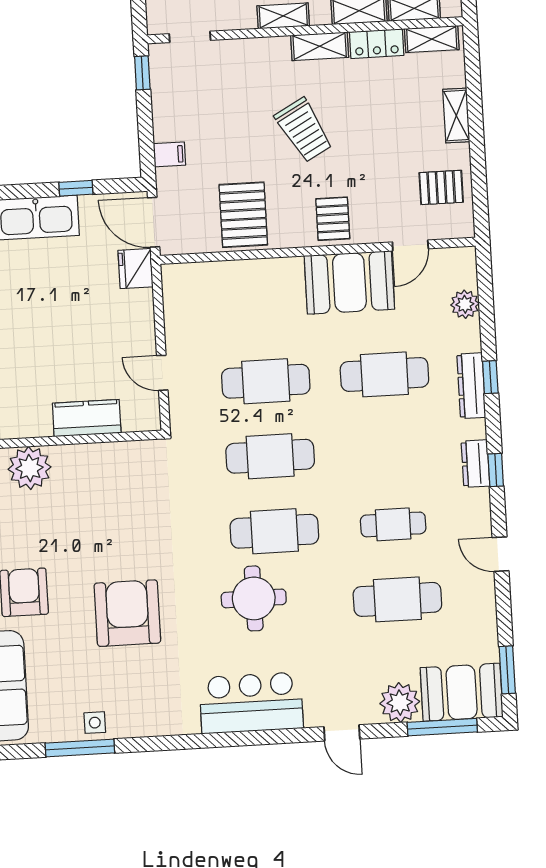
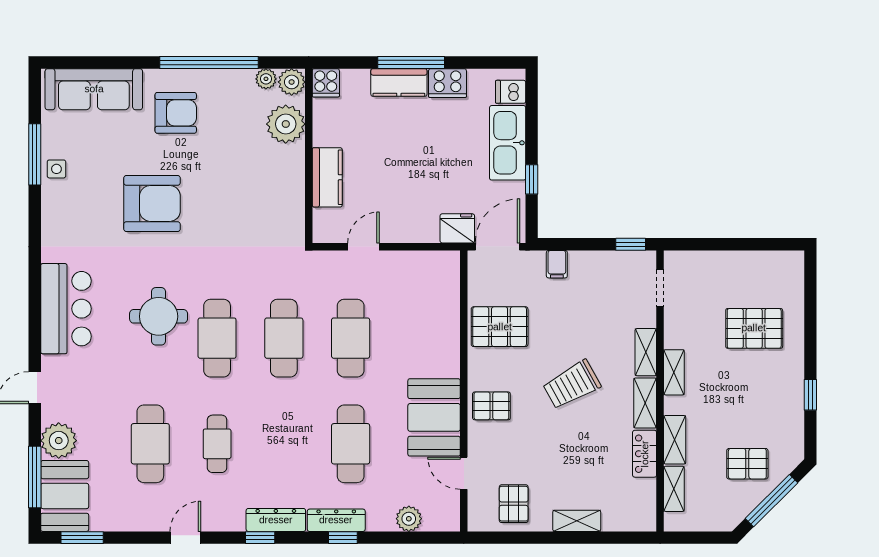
shelving: (432, 39) -> (646, 352), moved
dresser: (475, 464) -> (276, 520), width x1.44

